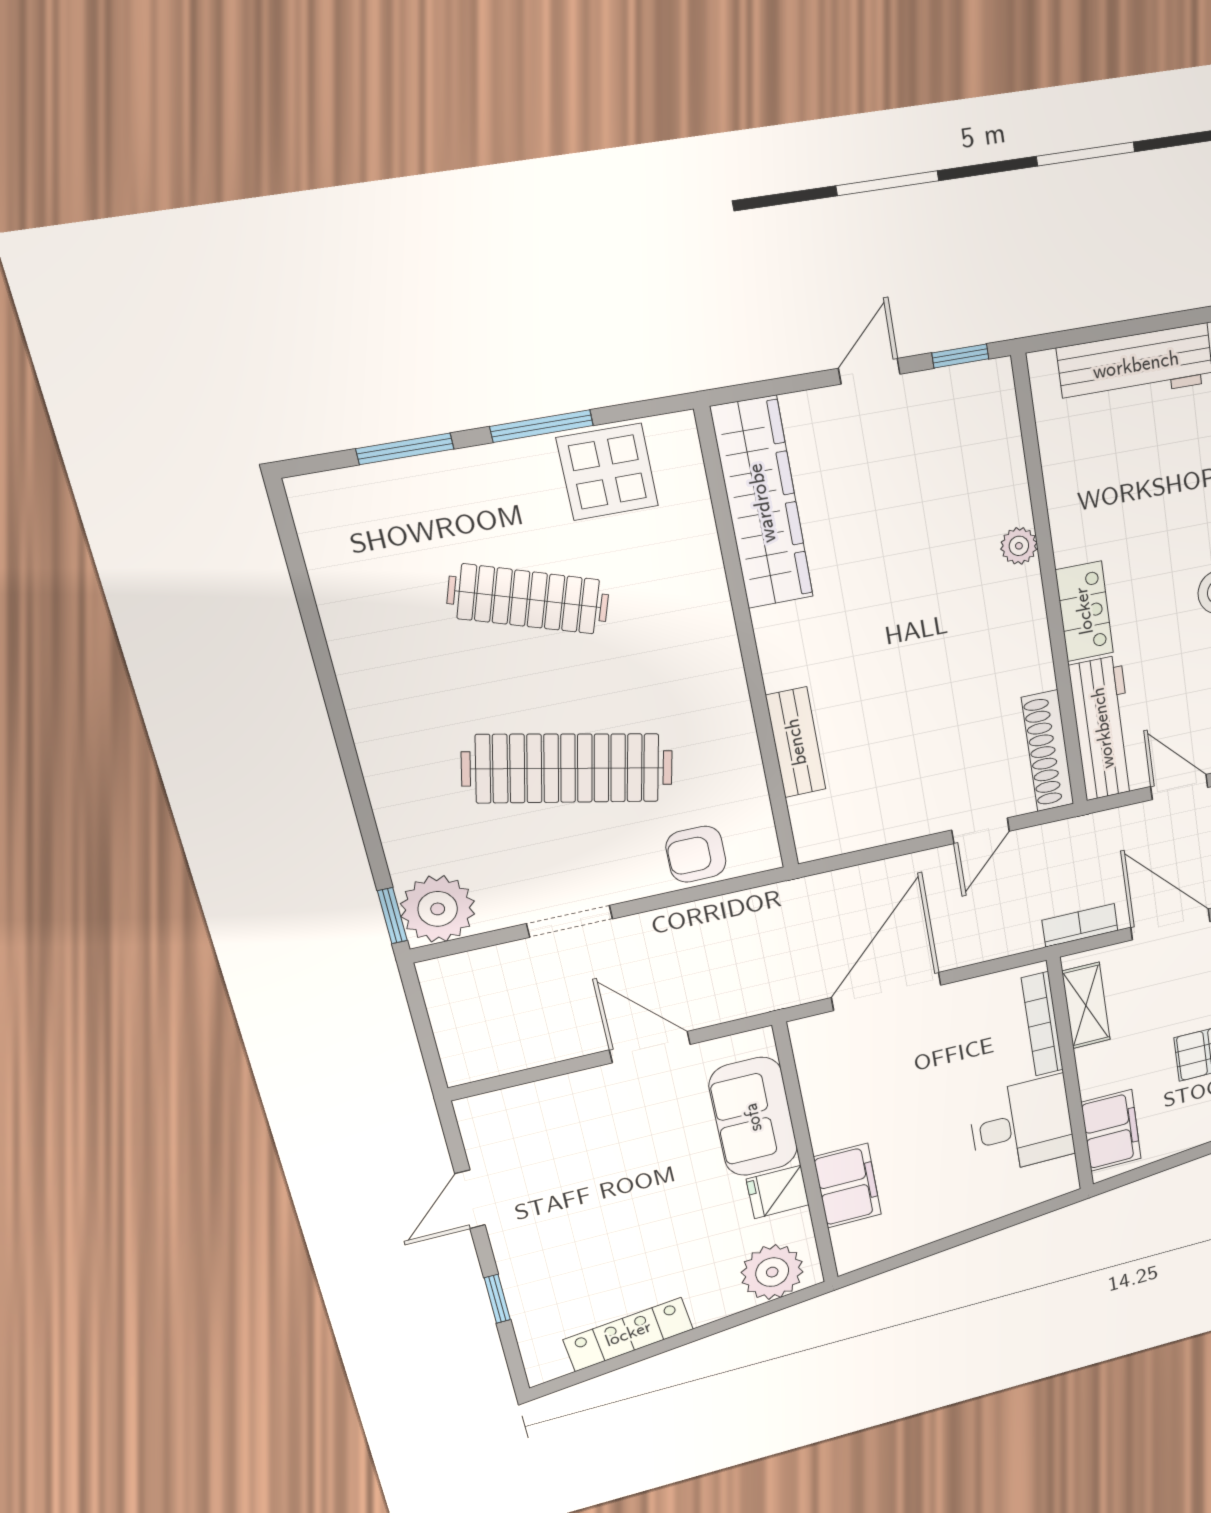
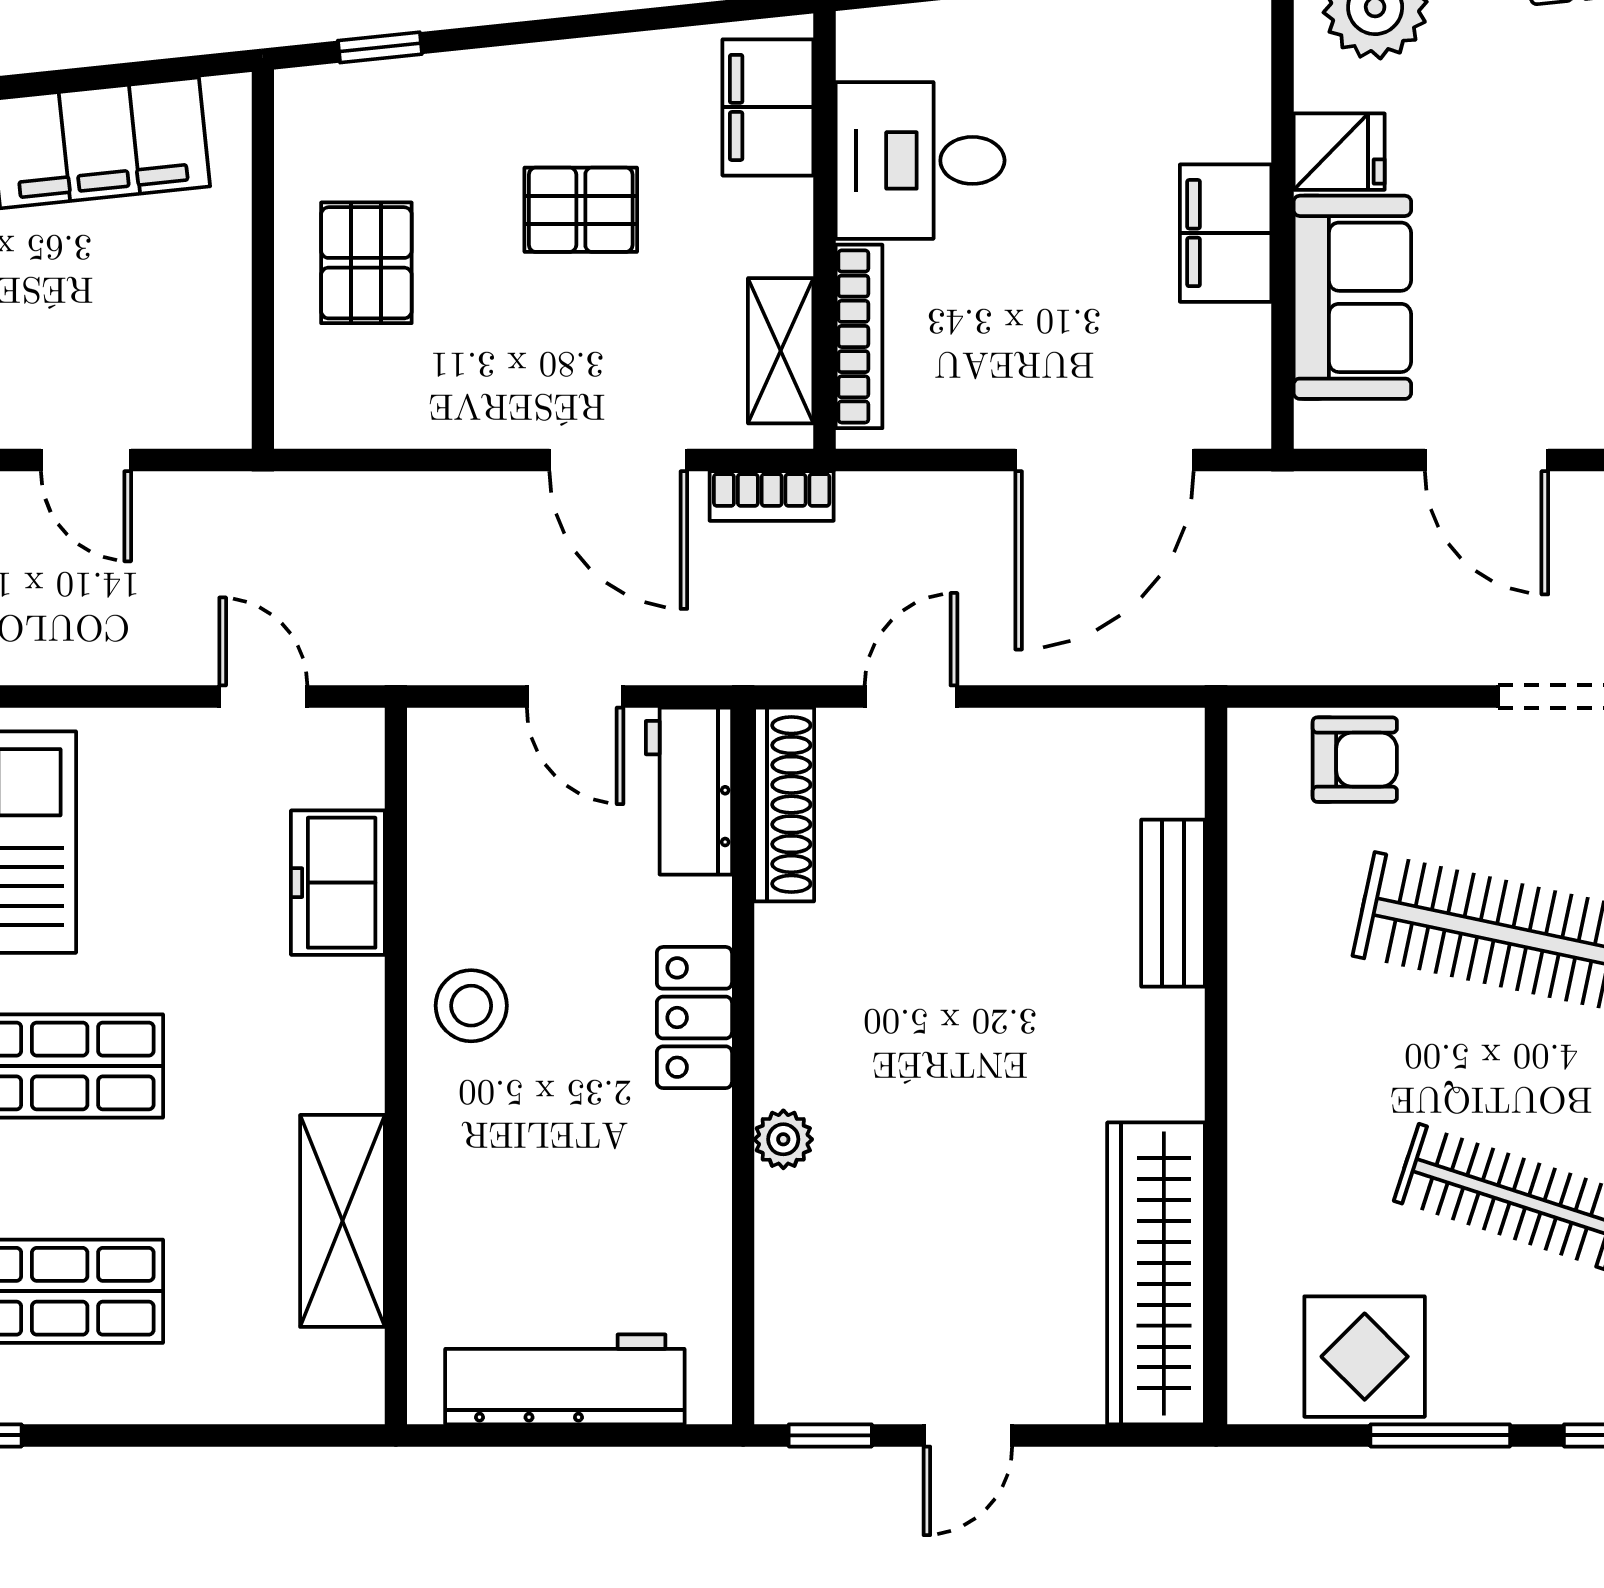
workbench: (1103, 728) -> (689, 791), width x0.73
filing cabinet: (847, 1186) -> (1226, 233), moved

